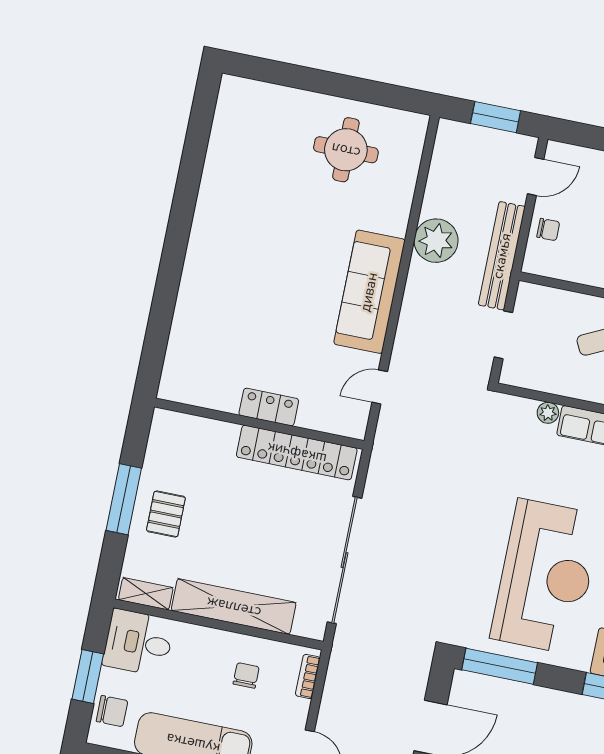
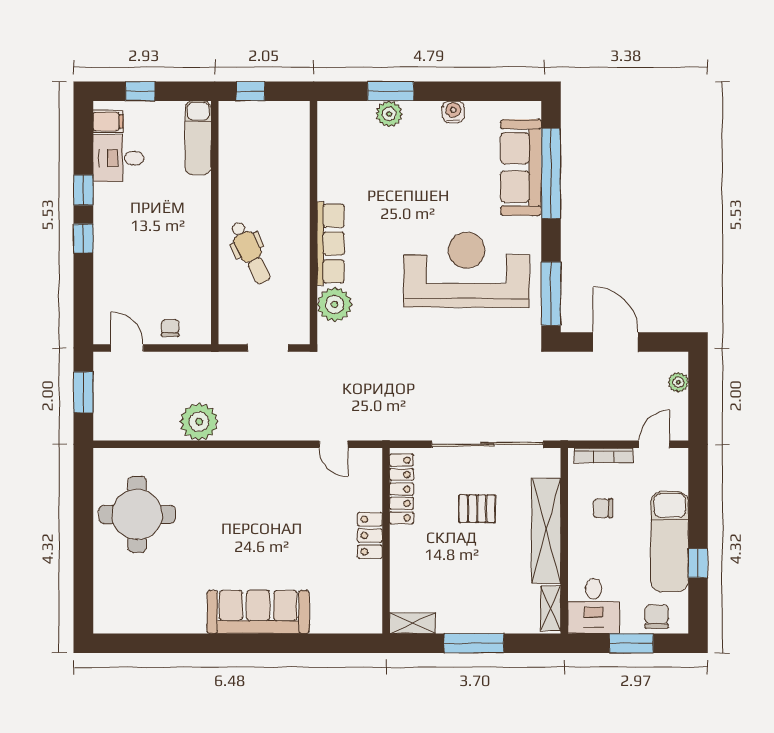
round table: (346, 150) -> (137, 514), width x1.36, depth x1.36
bench: (502, 256) -> (201, 363), removed
sofa: (369, 292) -> (258, 612), moved, turned 180
plant: (548, 413) -> (335, 305), width x1.88, depth x1.88
shelving: (160, 435) -> (412, 623), added
locker: (297, 453) -> (401, 489), width x0.71, depth x0.83
pallet: (166, 514) -> (477, 509), moved
bookcase: (308, 676) -> (604, 455), width x1.56

